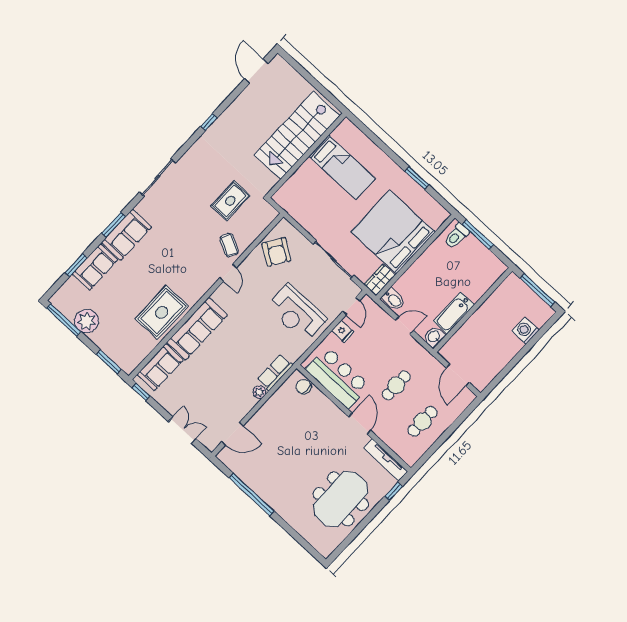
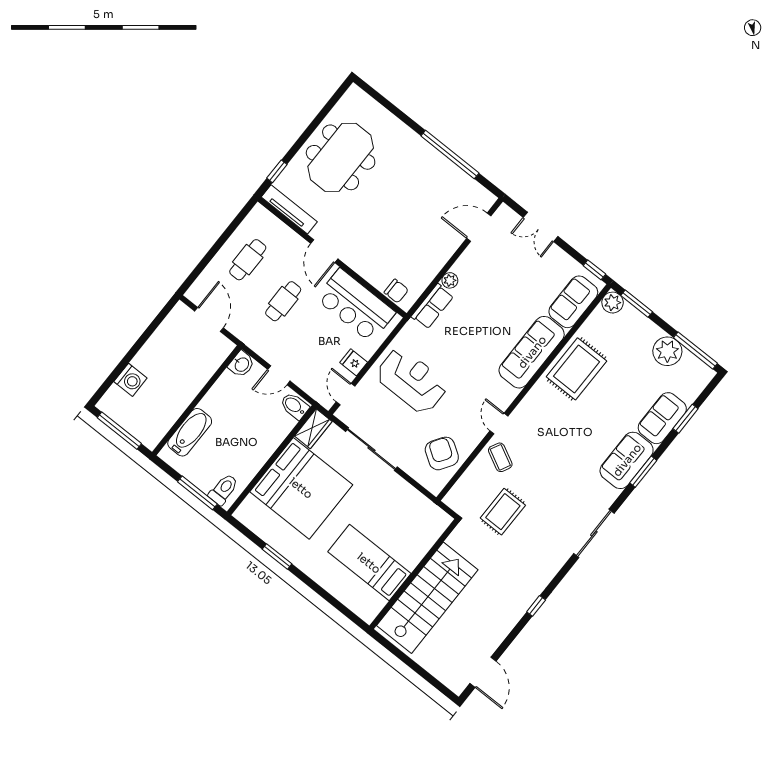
bathtub: (454, 313) -> (190, 432), moved
plant: (128, 364) -> (613, 303), added

